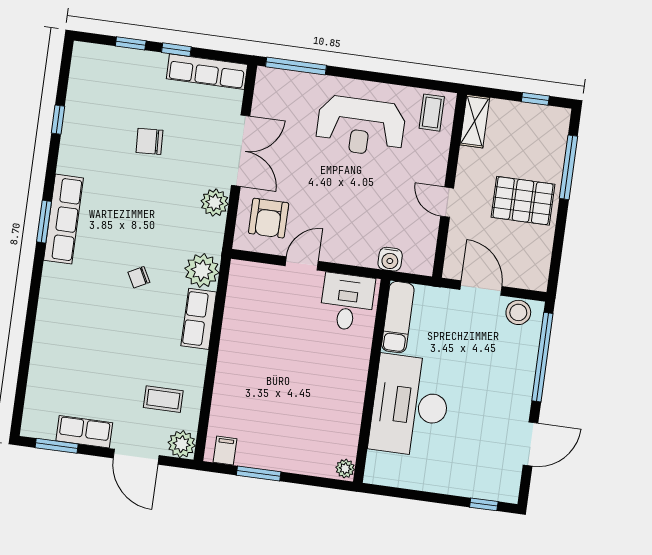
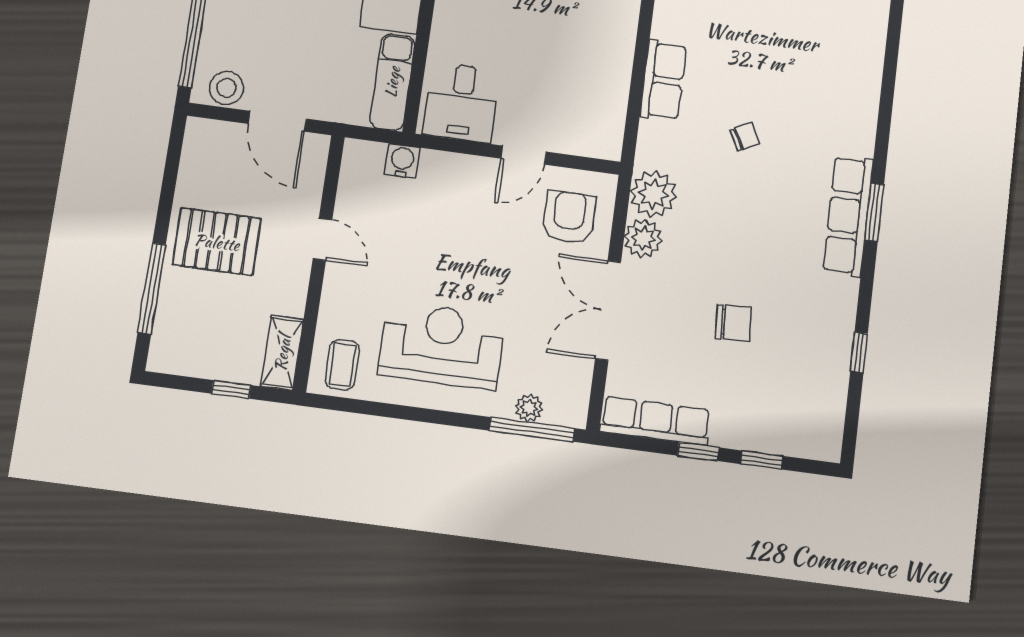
plant: (298, 81) -> (529, 408), added
window: (535, 99) -> (231, 389), moved
plant: (202, 271) -> (653, 194), moved

